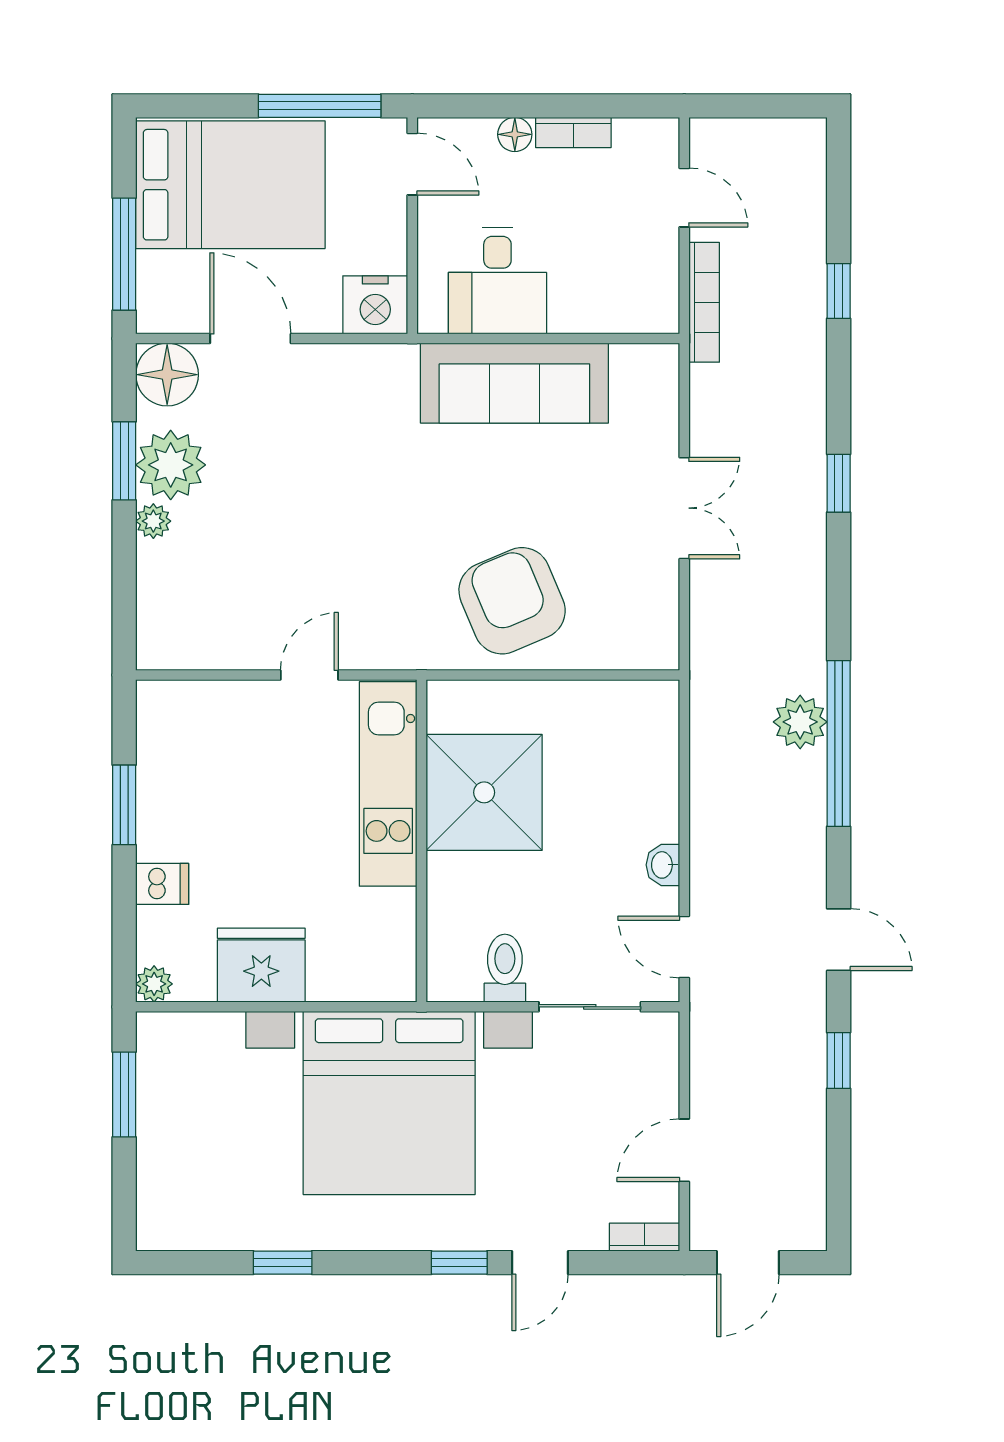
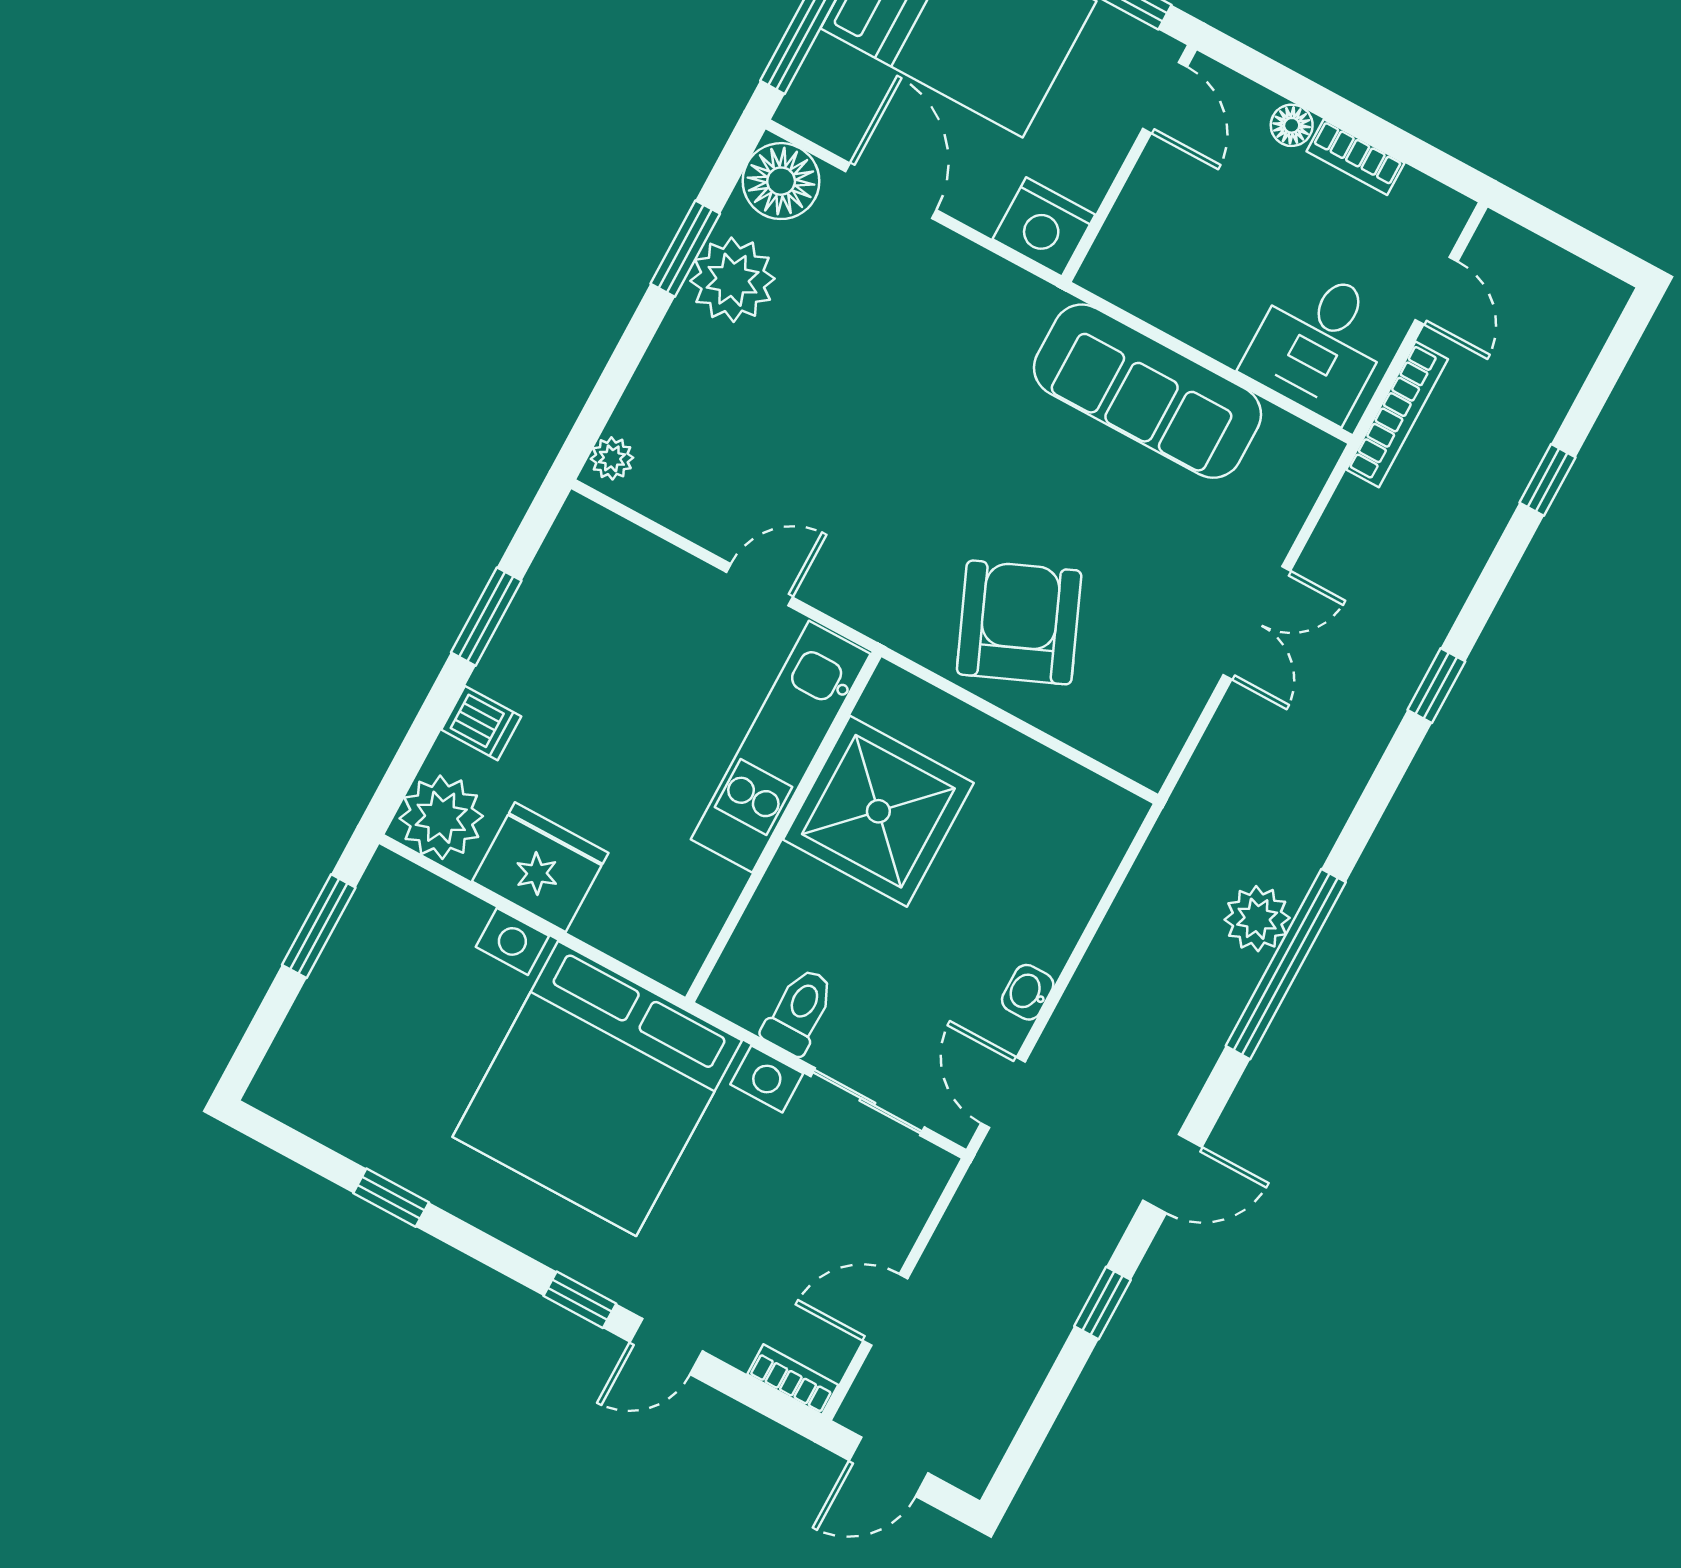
desk: (497, 281) -> (1319, 343), moved
plant: (153, 521) -> (612, 458), moved
door: (839, 940) -> (1172, 1174), hinge flipped
plant: (154, 984) -> (441, 817), width x1.88, depth x1.88

